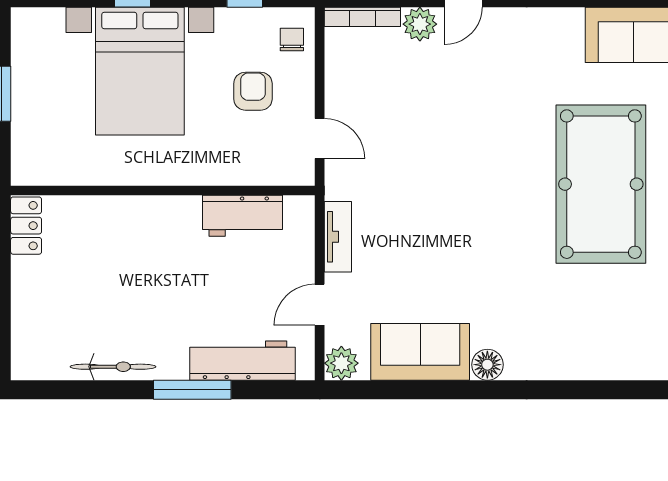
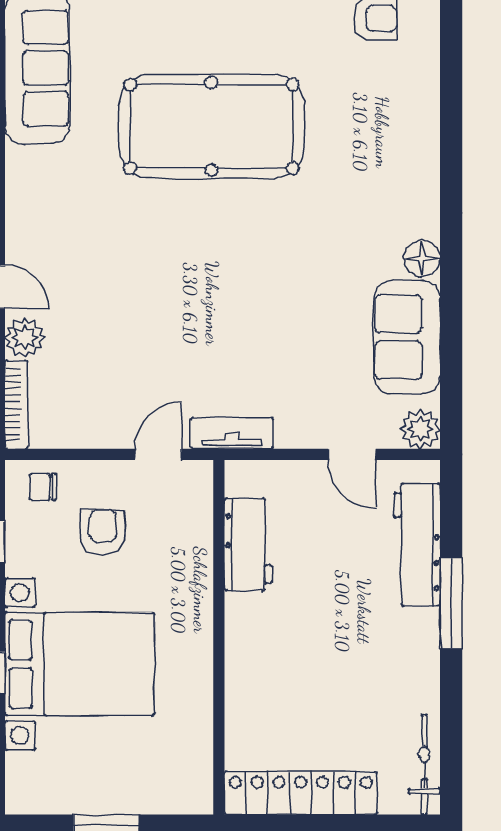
armchair: (253, 91) -> (103, 532), turned 90
locker: (26, 226) -> (301, 793), width x2.16, depth x1.21
tv unit: (338, 237) -> (232, 433), moved
bicycle: (113, 367) -> (424, 765), moved

